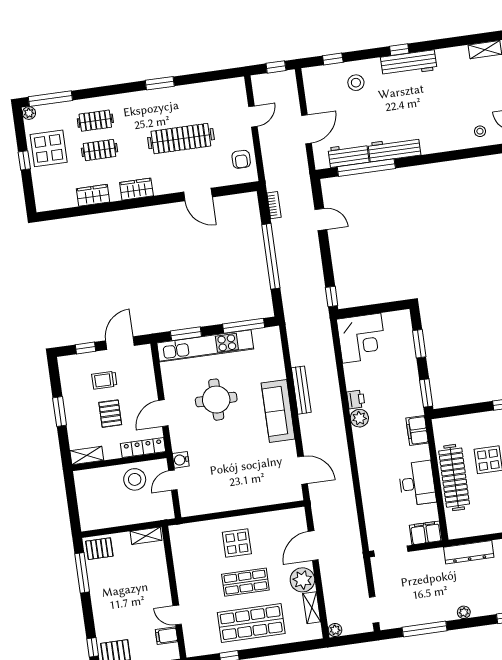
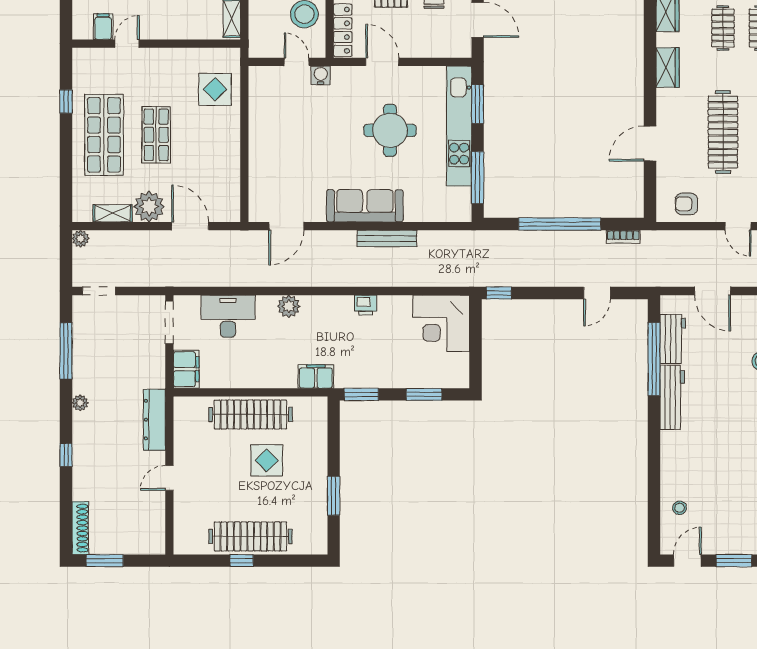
plant: (359, 418) -> (289, 306), moved
desk: (417, 483) -> (228, 316), moved, turned 180
display table: (237, 543) -> (215, 89), moved

